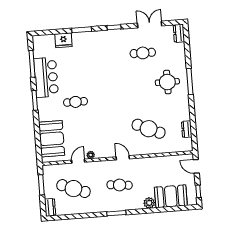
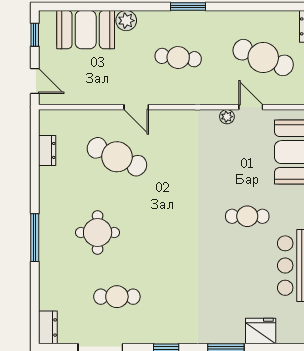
round table: (167, 82) -> (98, 233), moved
door: (123, 158) -> (136, 107), moved
door: (78, 161) -> (251, 107), swing flipped

